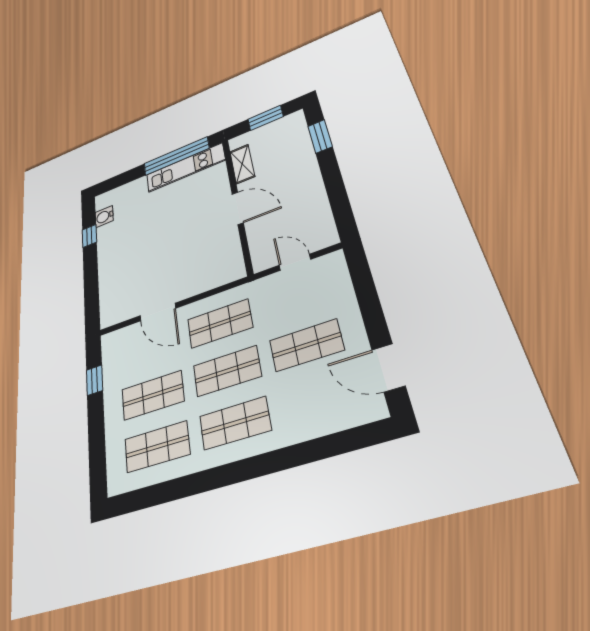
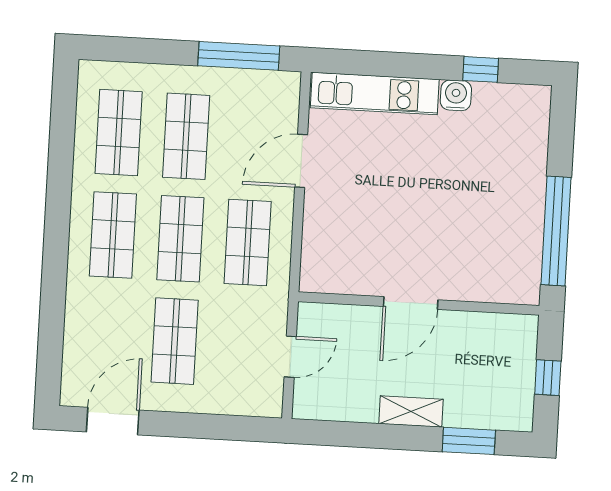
window: (265, 118) -> (548, 378), width x0.67
shelving: (242, 164) -> (411, 411), moved
kitchen unit: (185, 168) -> (375, 94), moved, turned -90
water cooler: (104, 217) -> (456, 95), moved
window: (95, 380) -> (239, 56), width x2.17

